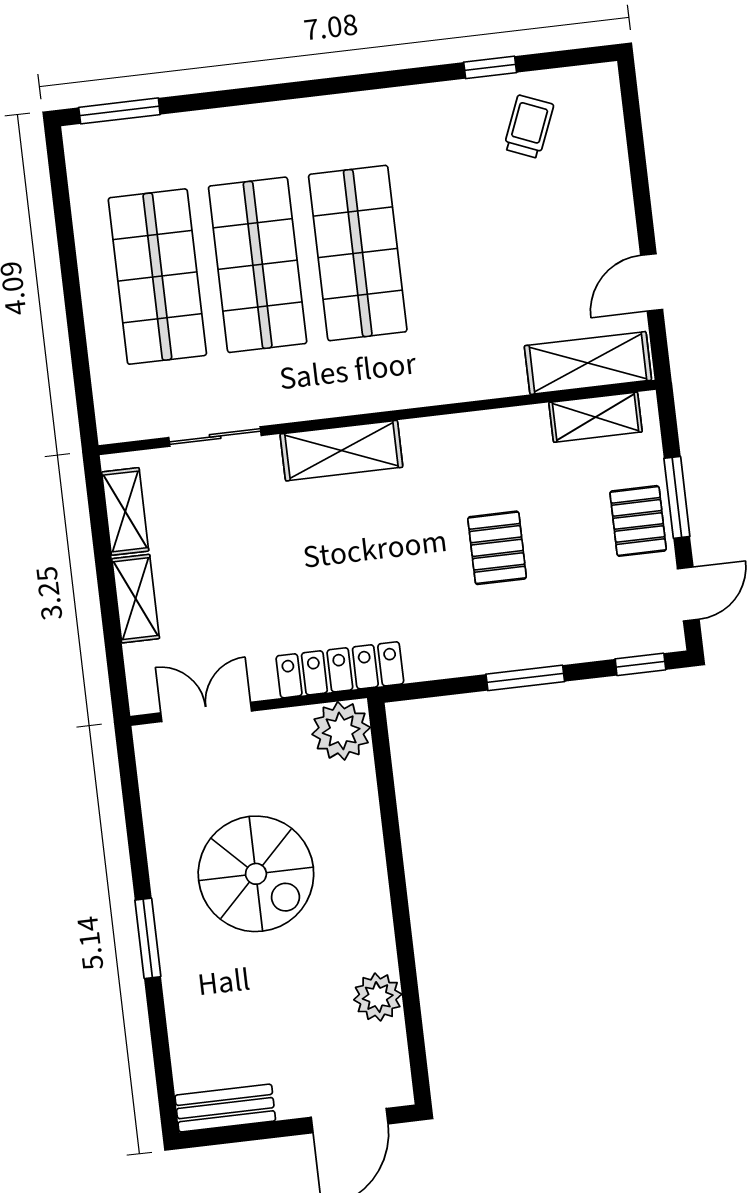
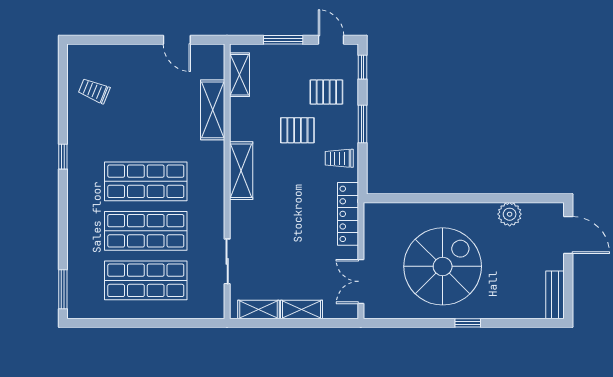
window: (490, 67) -> (63, 157), moved
shelving: (588, 363) -> (213, 110), moved
shelving: (341, 451) -> (241, 171), moved
pallet: (638, 521) -> (326, 92), moved
trolley: (450, 639) -> (339, 158), added
plant: (341, 731) -> (378, 217), removed
spiral stairs: (256, 874) -> (443, 266), width x1.37, depth x1.37
window: (148, 938) -> (468, 323), width x0.67

